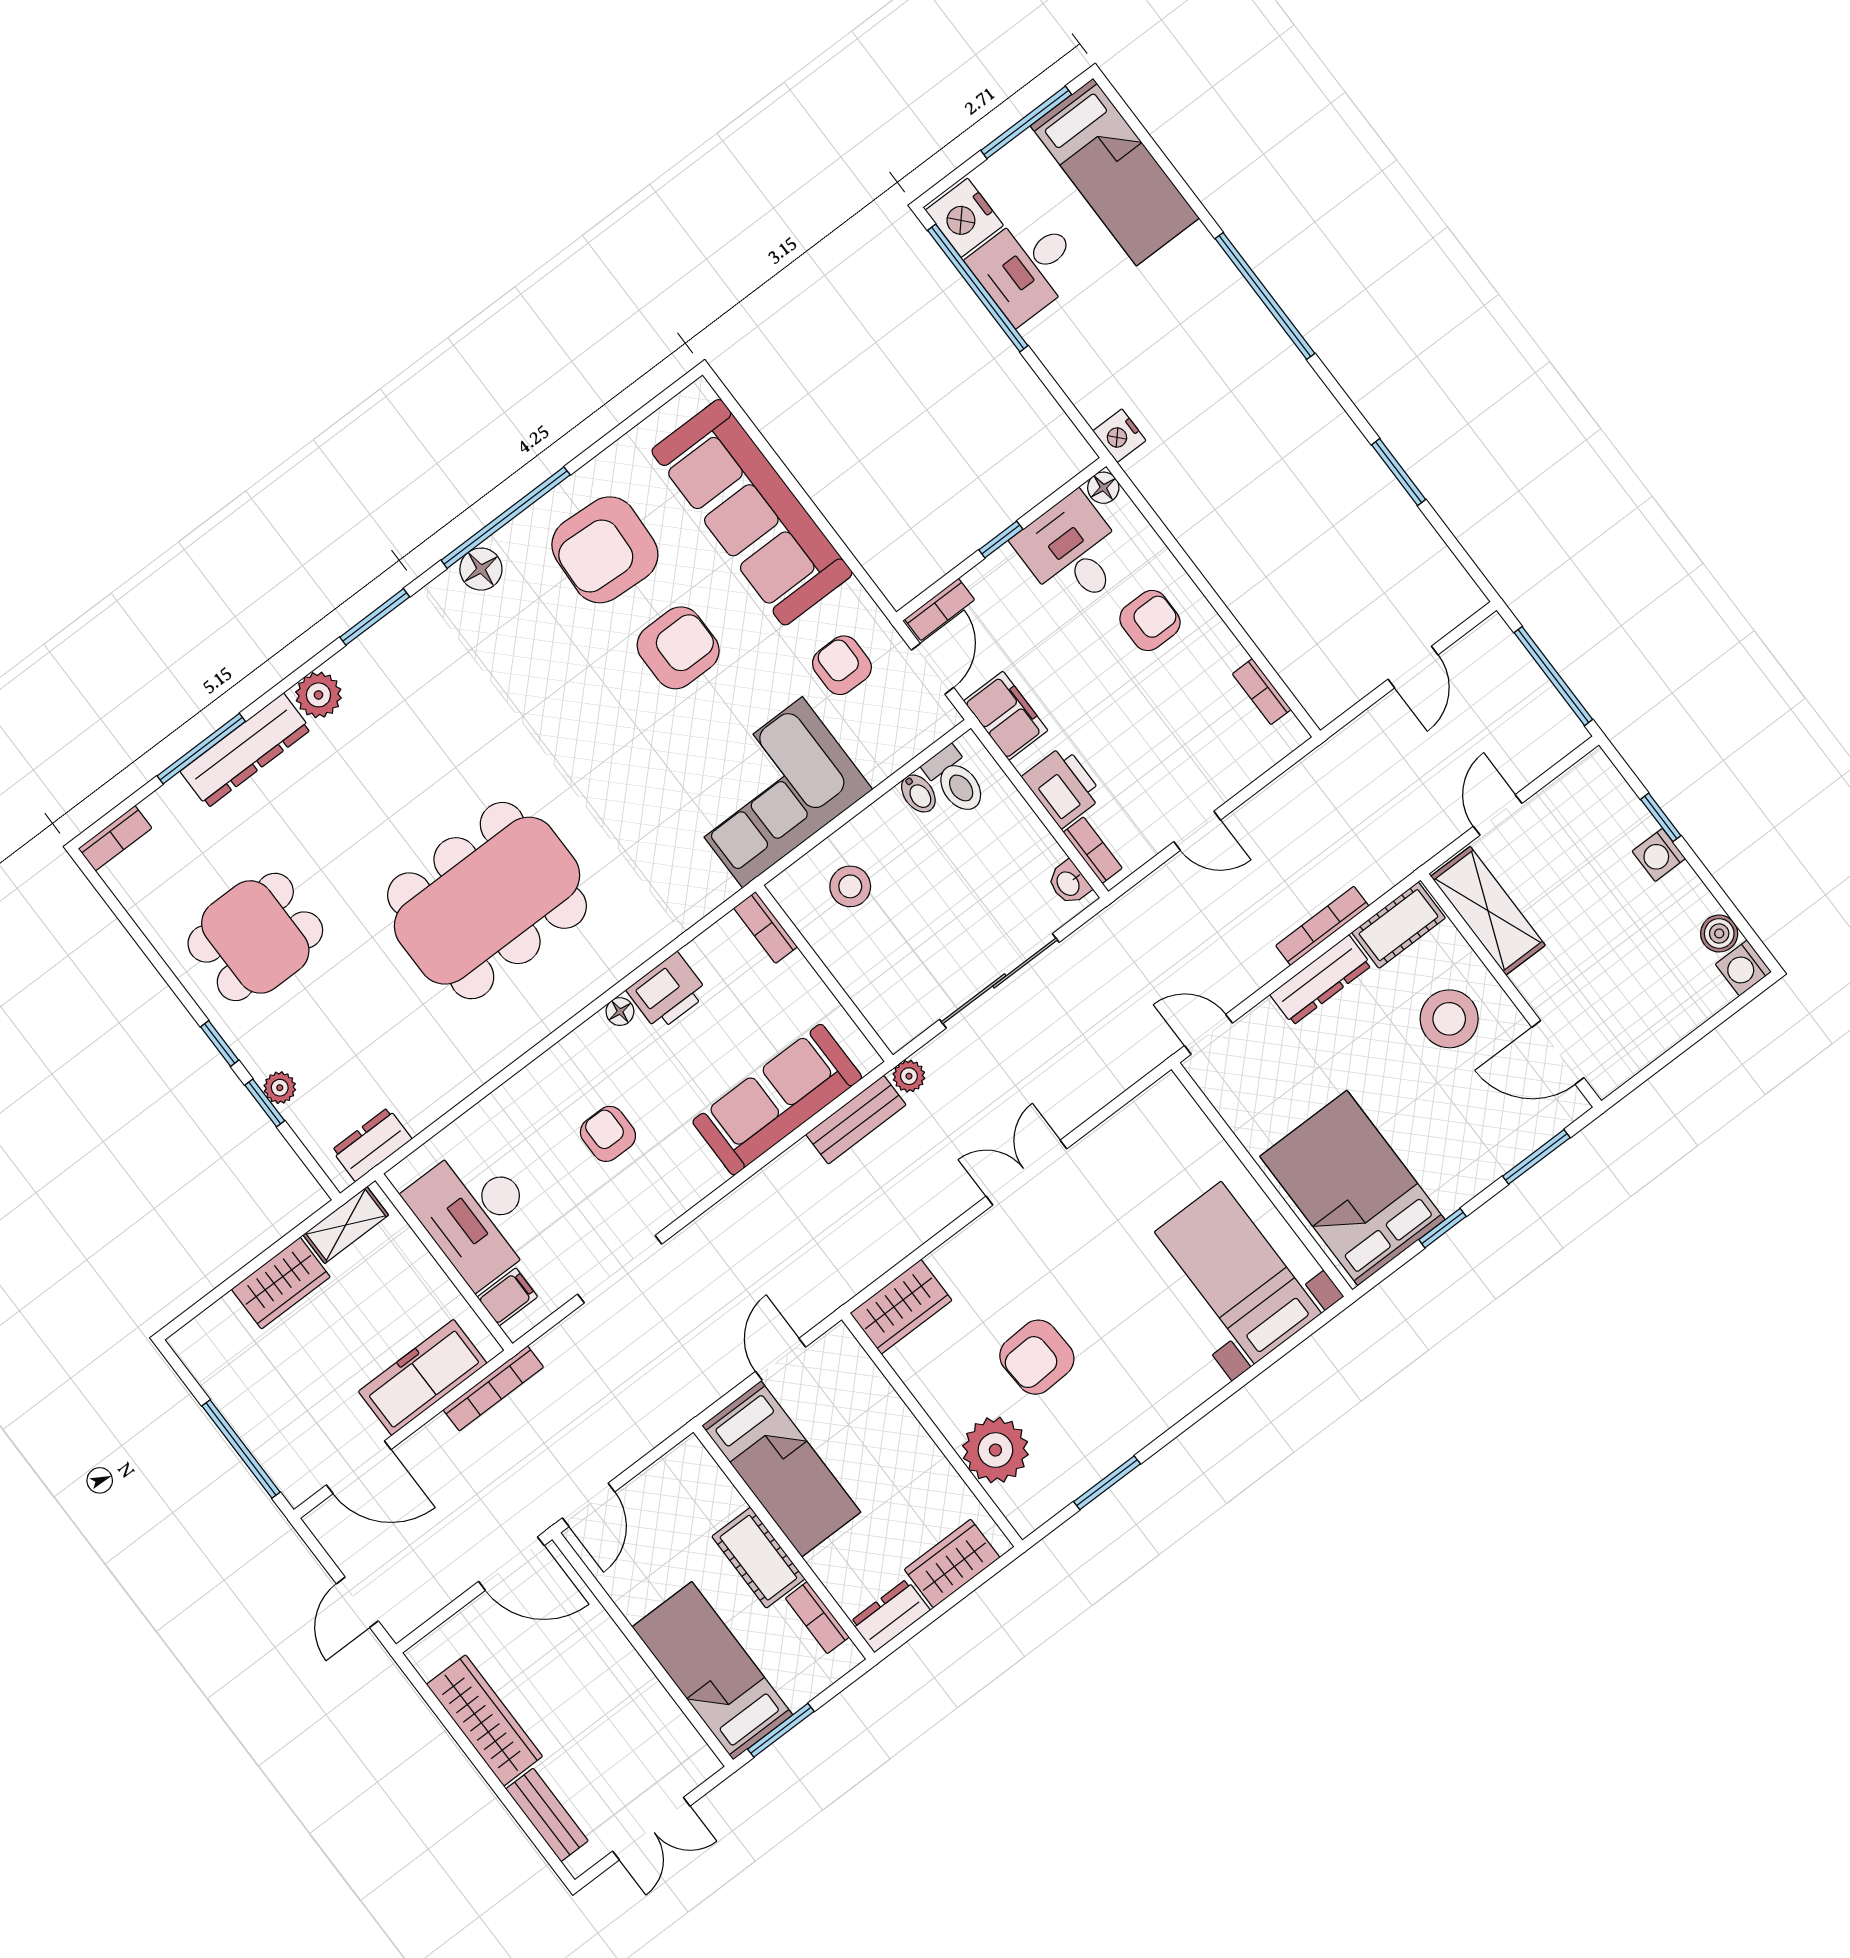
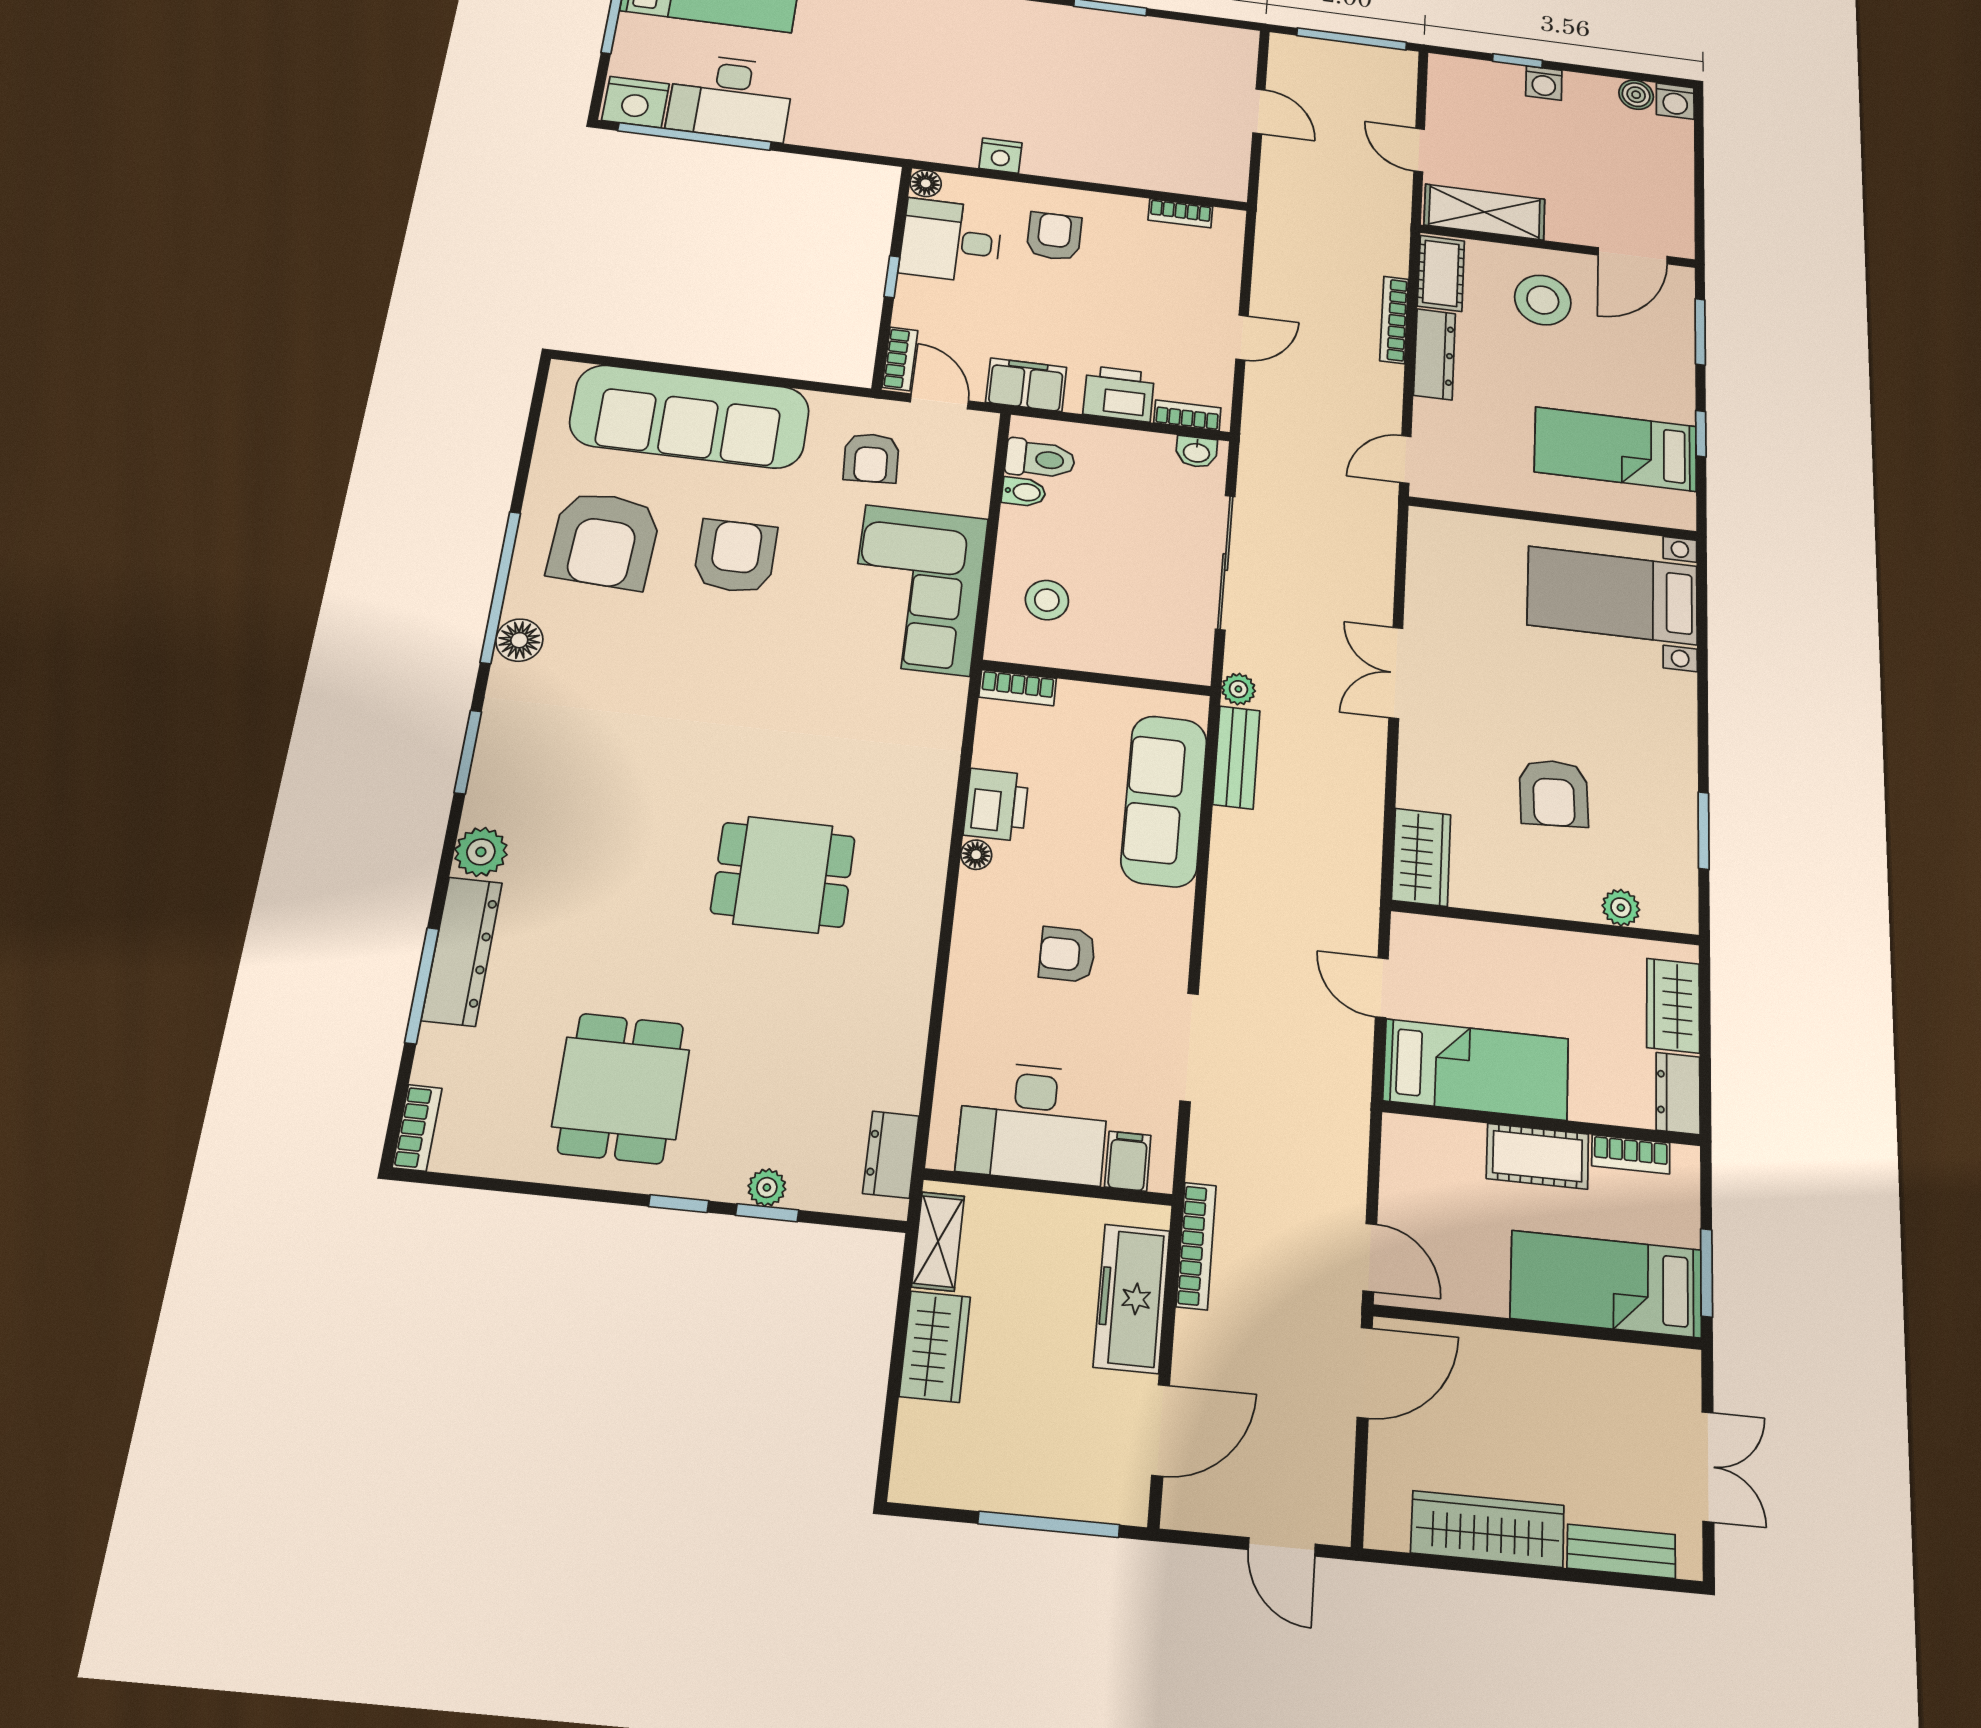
desk: (1027, 267) -> (731, 97), width x1.37
nightstand: (1119, 436) -> (1001, 156), moved
armchair: (842, 665) -> (871, 458), turned -93
dining table: (487, 901) -> (783, 875), width x0.53, depth x0.80
bed: (1352, 1188) -> (1616, 449), width x0.67
plant: (995, 1450) -> (1621, 908), width x0.53, depth x0.53

